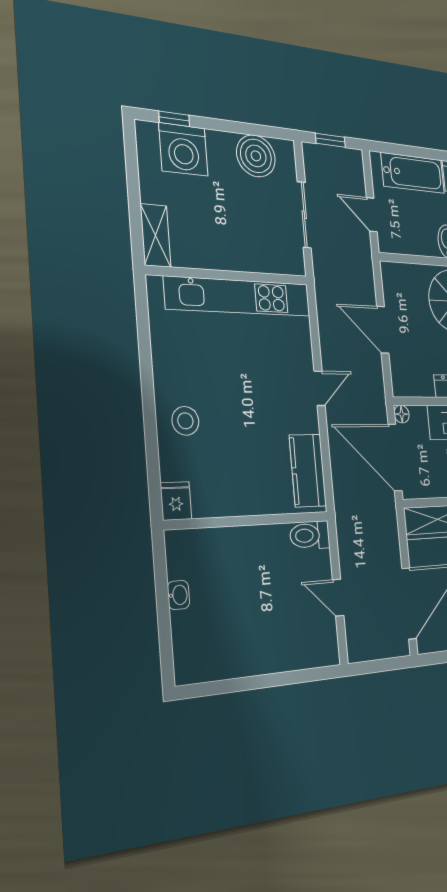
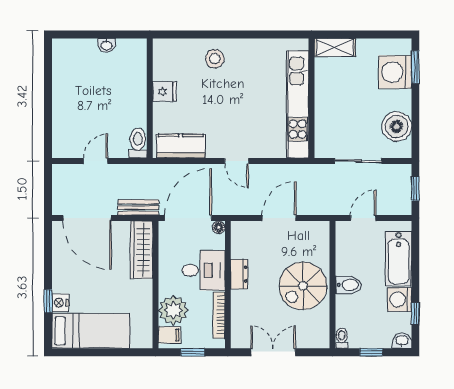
window: (174, 119) -> (415, 67), width x1.50
fridge: (176, 501) -> (164, 91), moved
bench: (389, 530) -> (138, 207), added

